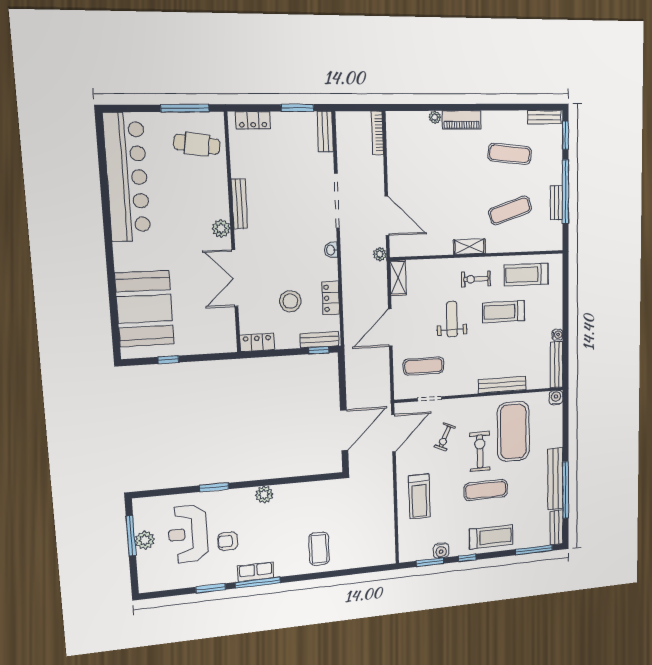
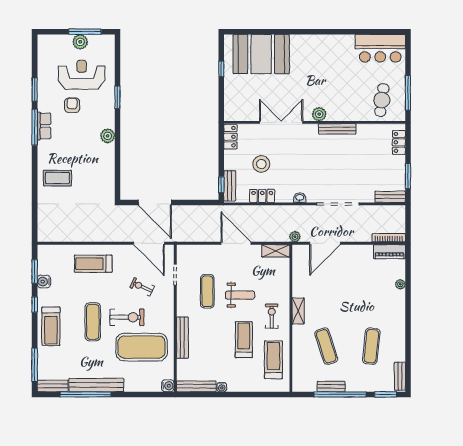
piano: (462, 120) -> (389, 252), moved, turned -90
bar counter: (127, 177) -> (380, 48), width x0.54
exercise mat: (424, 366) -> (207, 291), moved

